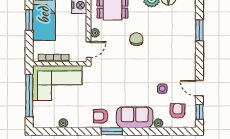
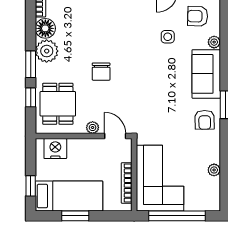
chair: (136, 39) -> (101, 72), turned -90

